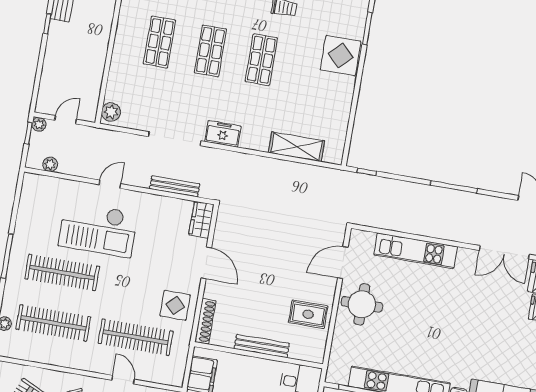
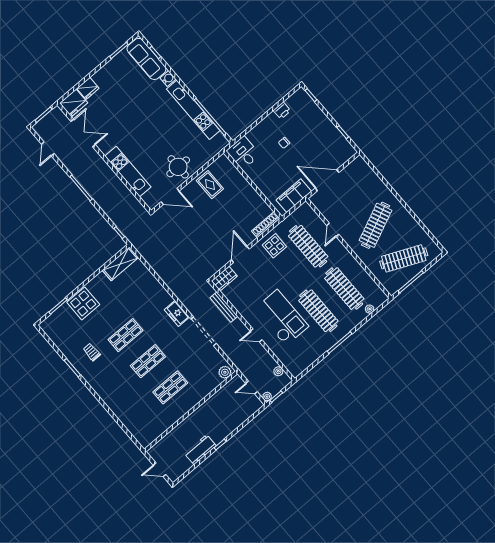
shelving: (296, 147) -> (120, 264), moved, turned 90
bench: (262, 346) -> (247, 188), removed

